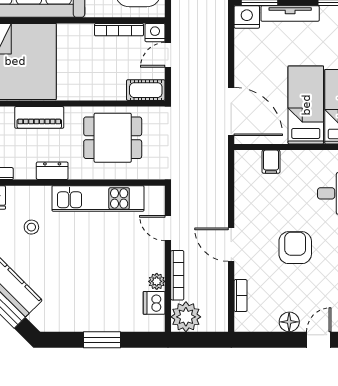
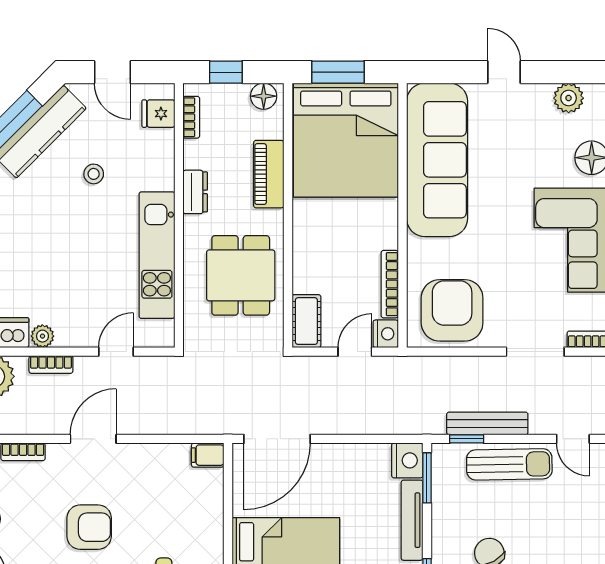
door: (168, 55) -> (355, 352), hinge flipped
filing cabinet: (271, 162) -> (208, 455), moved
stool: (31, 227) -> (94, 174), moved
bookcase: (177, 275) -> (51, 365), width x0.64

